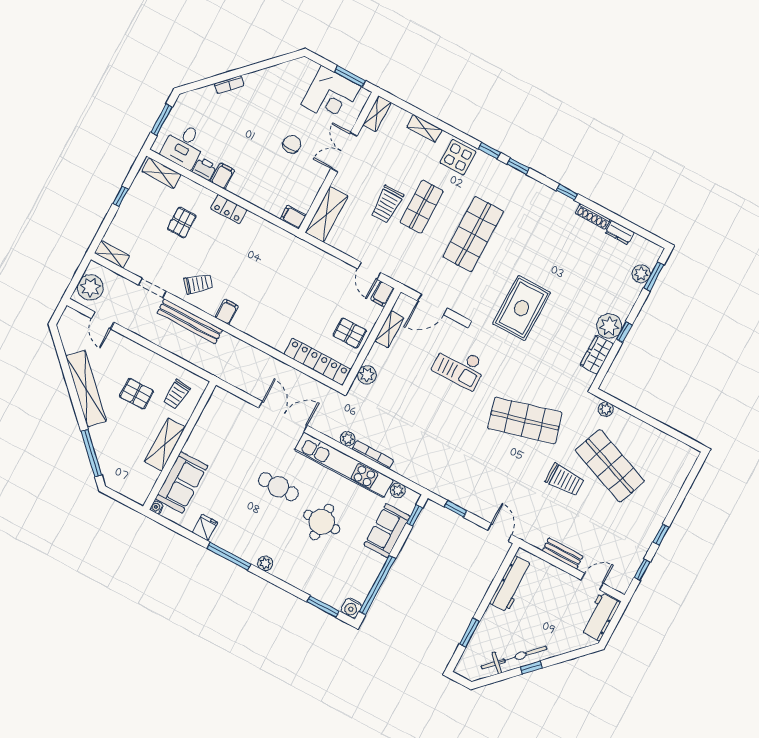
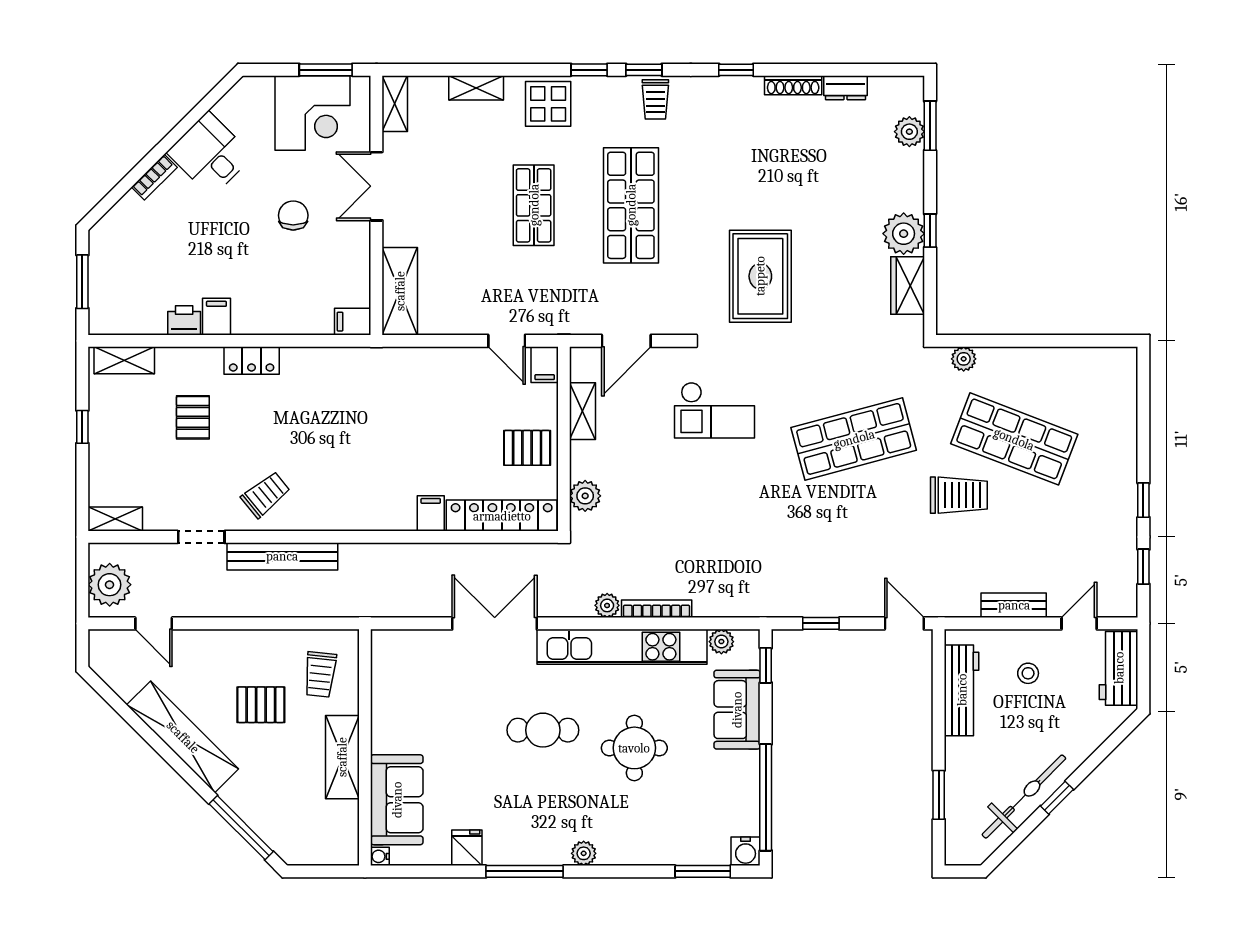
desk: (184, 146) -> (210, 154), moved, turned 135
trolley: (387, 204) -> (655, 99), moved, width x0.73, depth x0.72
filing cabinet: (227, 312) -> (431, 513), moved
stool: (551, 594) -> (1028, 673), added

